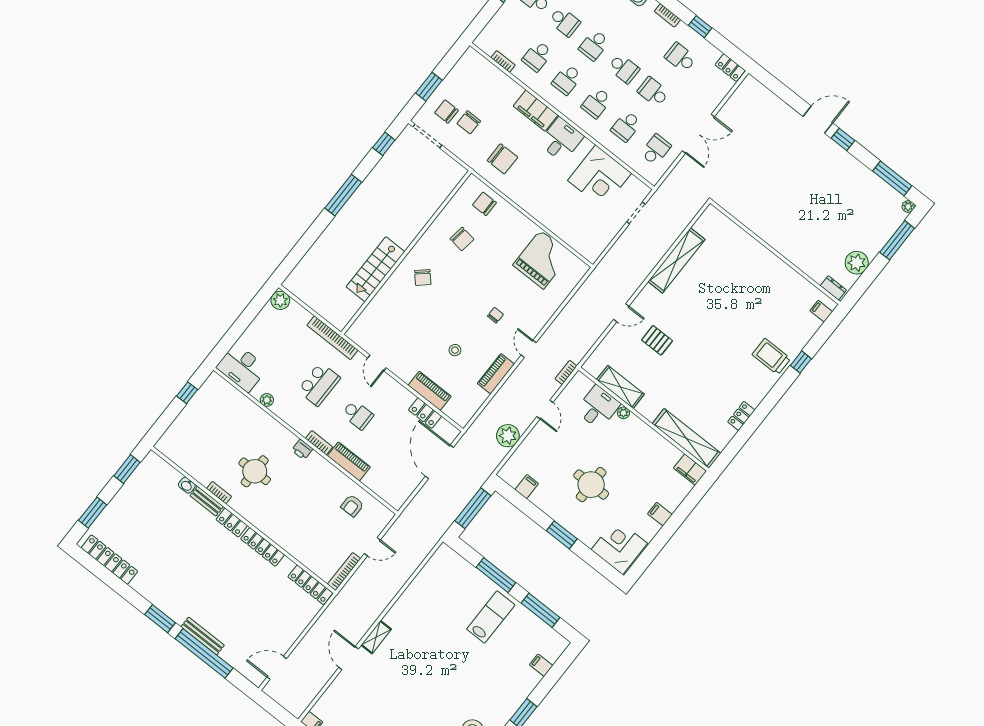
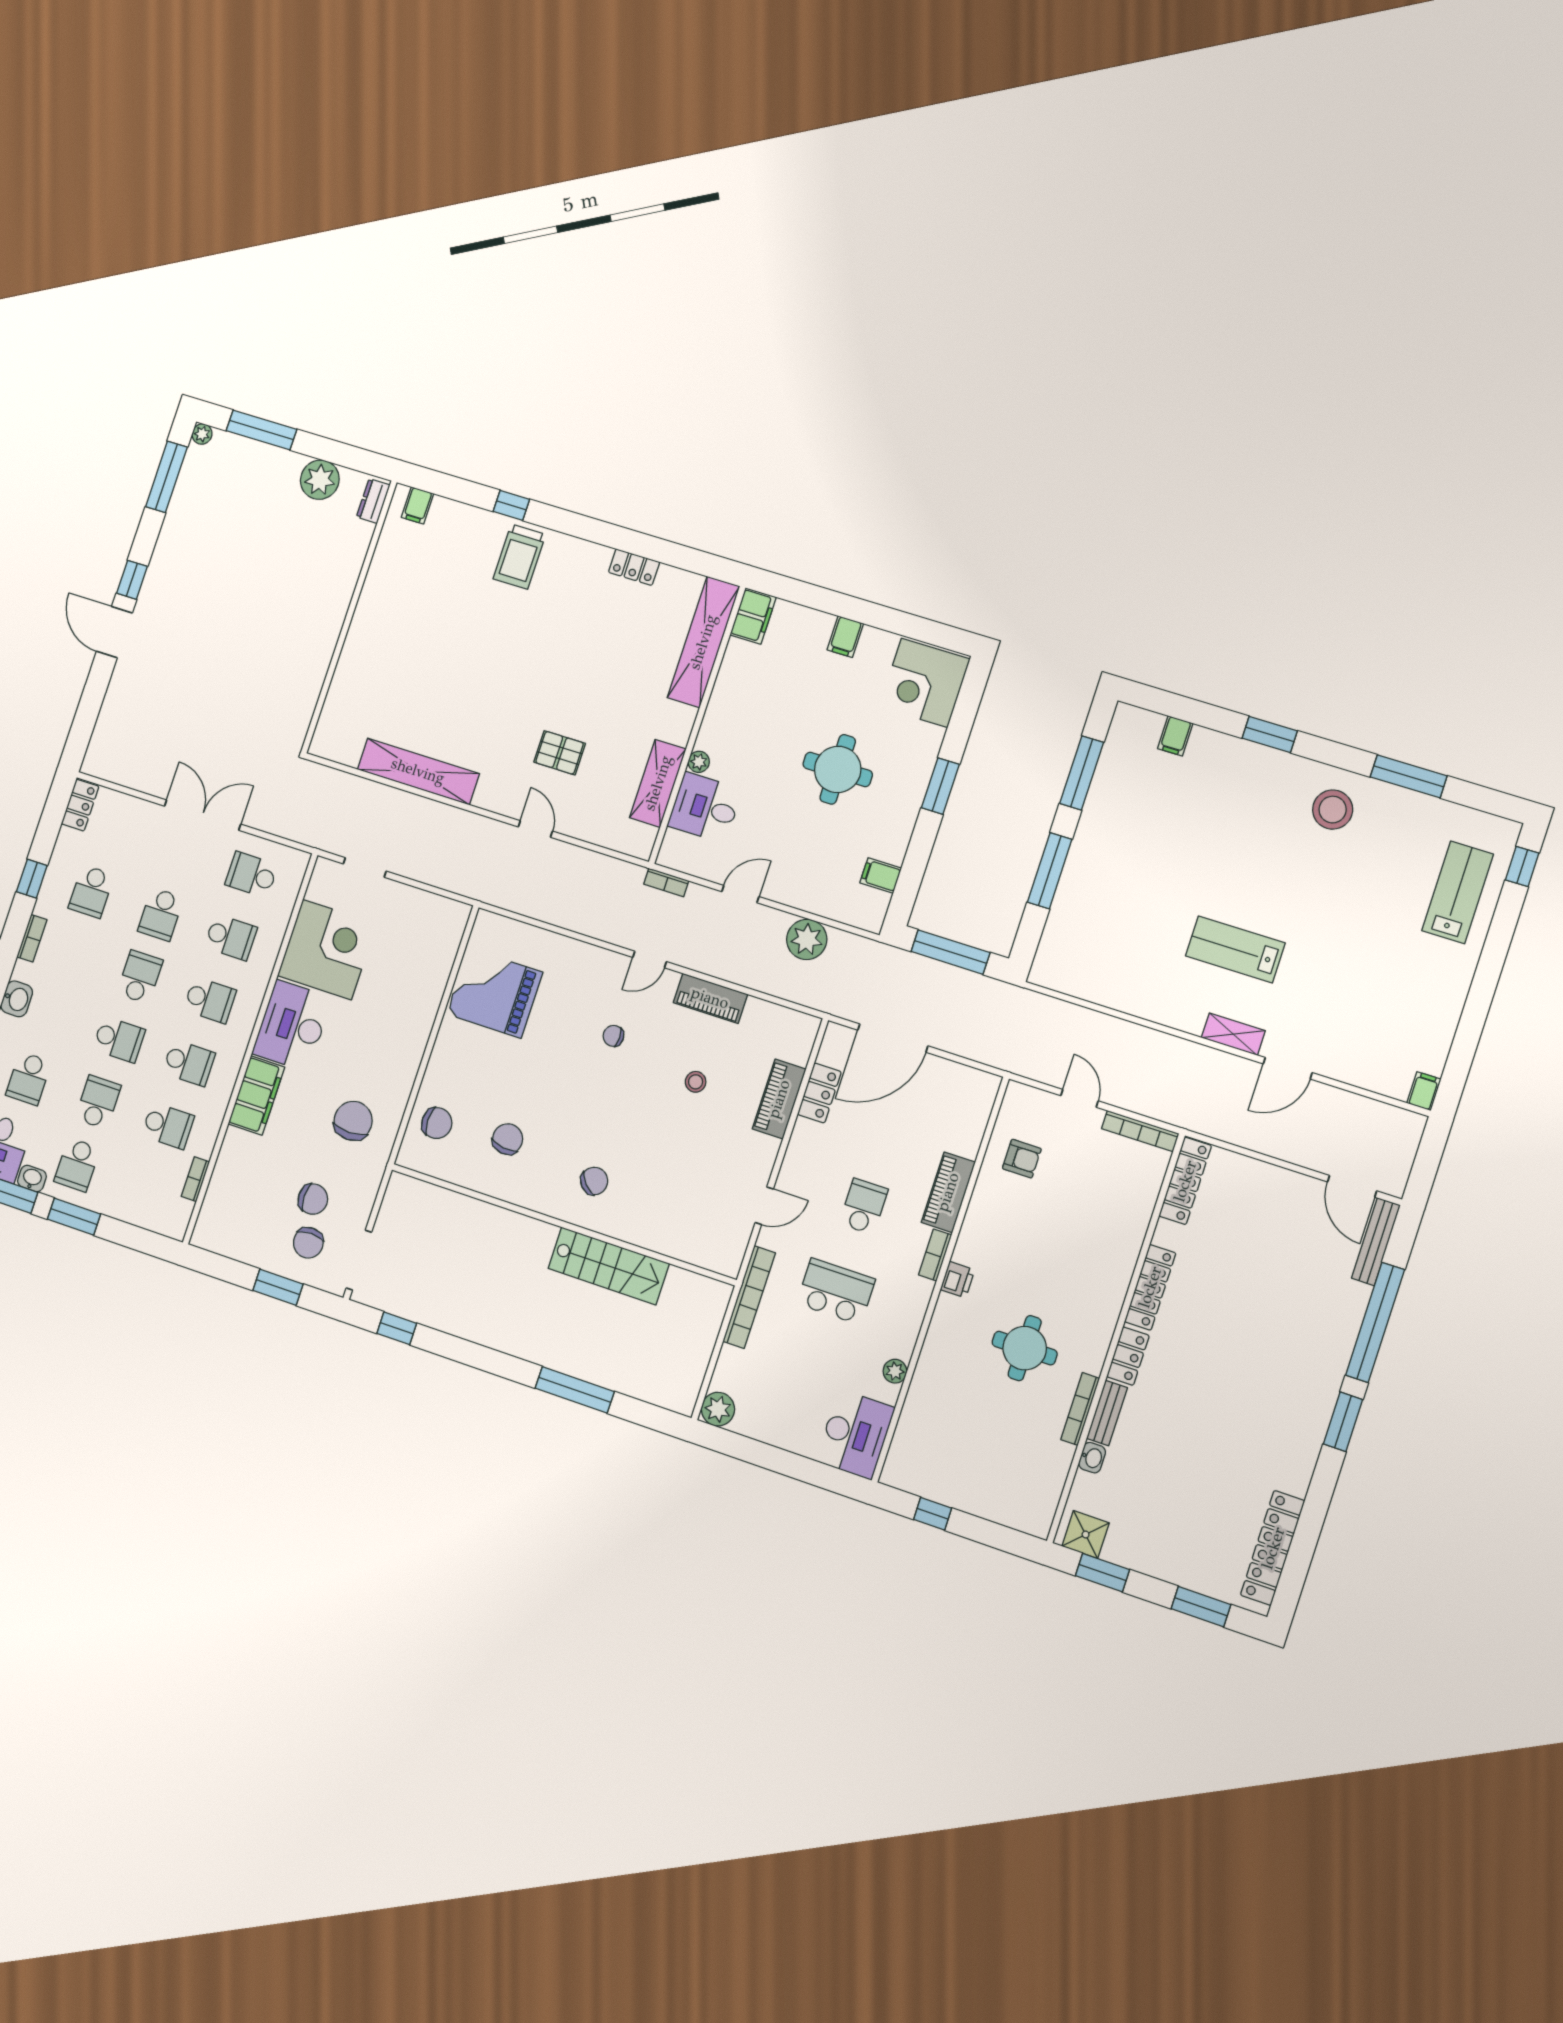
desk: (561, 140) -> (292, 1026), width x1.37
window: (343, 195) -> (575, 1390), moved
chair: (484, 204) -> (437, 1123), turned -90
pallet: (657, 340) -> (560, 753), turned 90
shower: (149, 467) -> (1086, 1534), added
bookcase: (219, 493) -> (1080, 1409), width x1.56
lab bench: (491, 617) -> (1235, 949), moved
bench: (203, 636) -> (1376, 1242), moved

